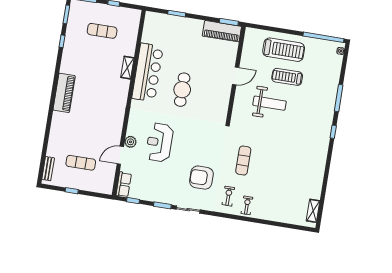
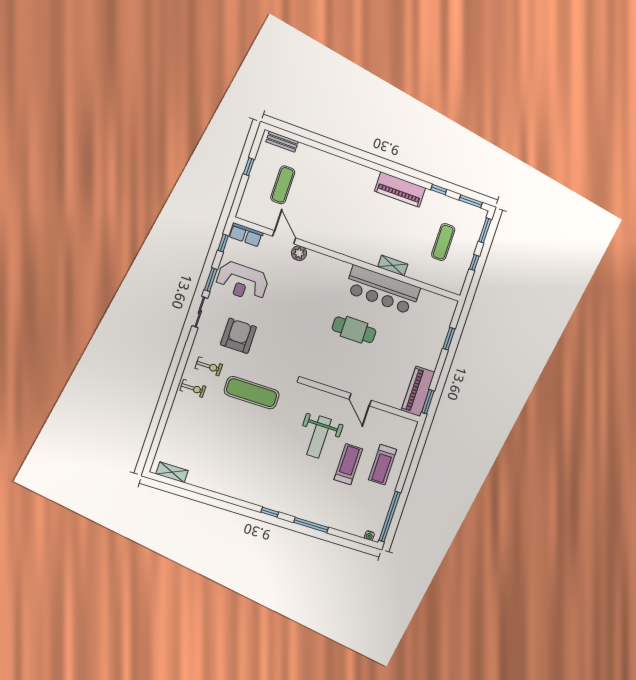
treadmill: (284, 50) -> (383, 465), width x0.73, depth x0.73
piano: (64, 93) -> (400, 189), moved
reception desk: (159, 142) -> (242, 281), moved, turned 180
exercise mat: (243, 161) -> (252, 393), width x1.36, depth x1.45

